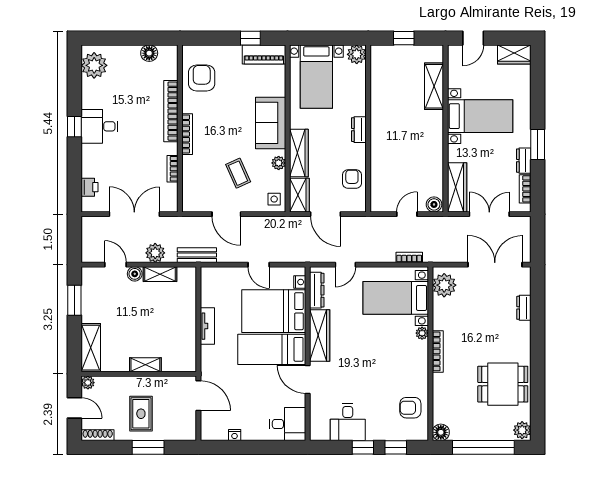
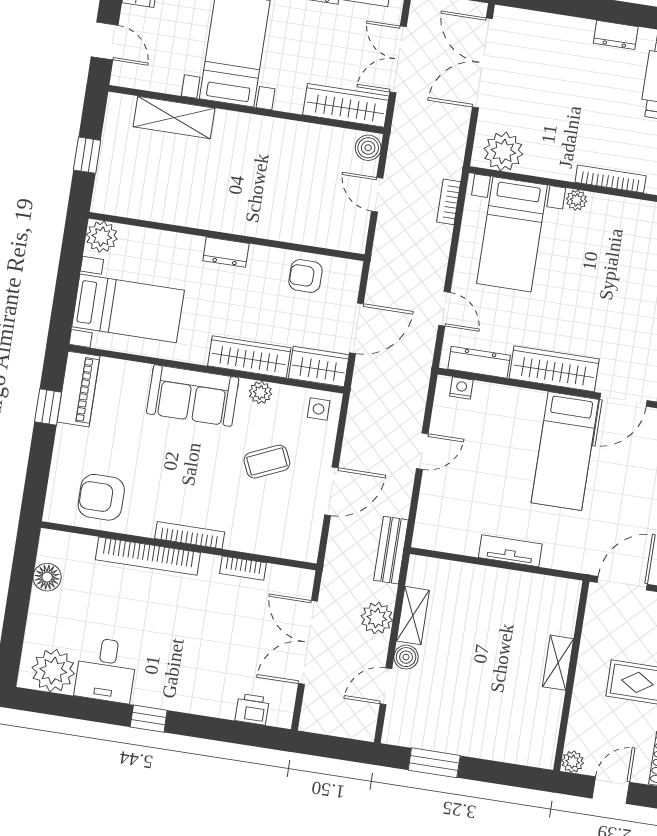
desk: (99, 126) -> (106, 670), moved
dresser: (524, 308) -> (616, 35), moved
bed: (274, 311) -> (503, 438), removed
shelving: (91, 348) -> (516, 748), removed

